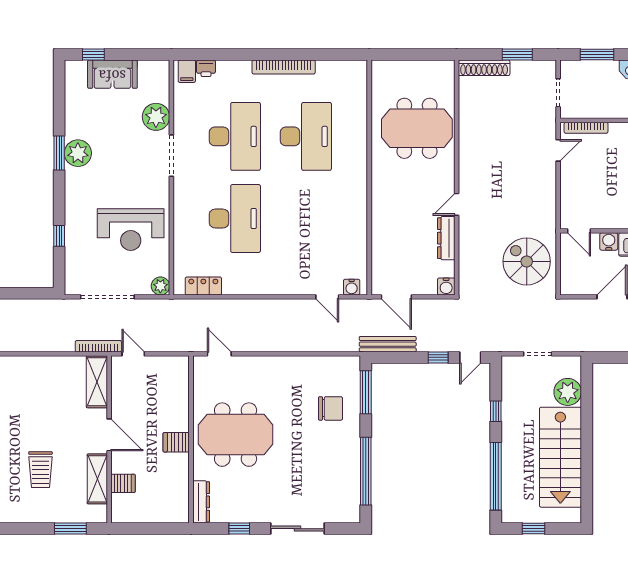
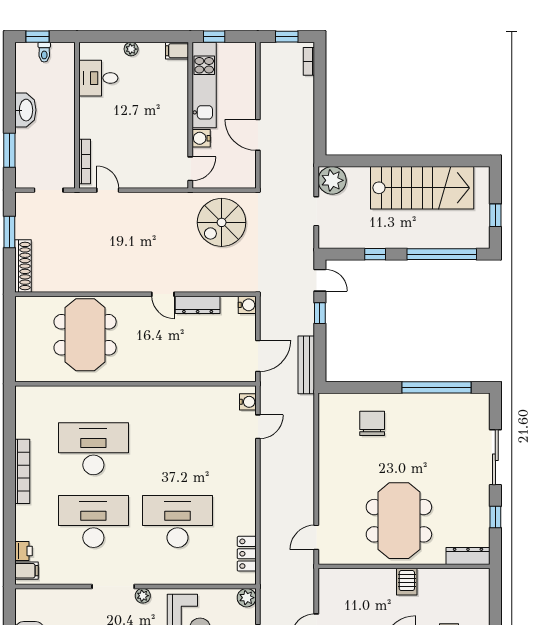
plant: (156, 117) -> (143, 596), moved, width x0.53, depth x0.53
window: (366, 392) -> (356, 387), removed
plant: (568, 392) -> (332, 180), moved

